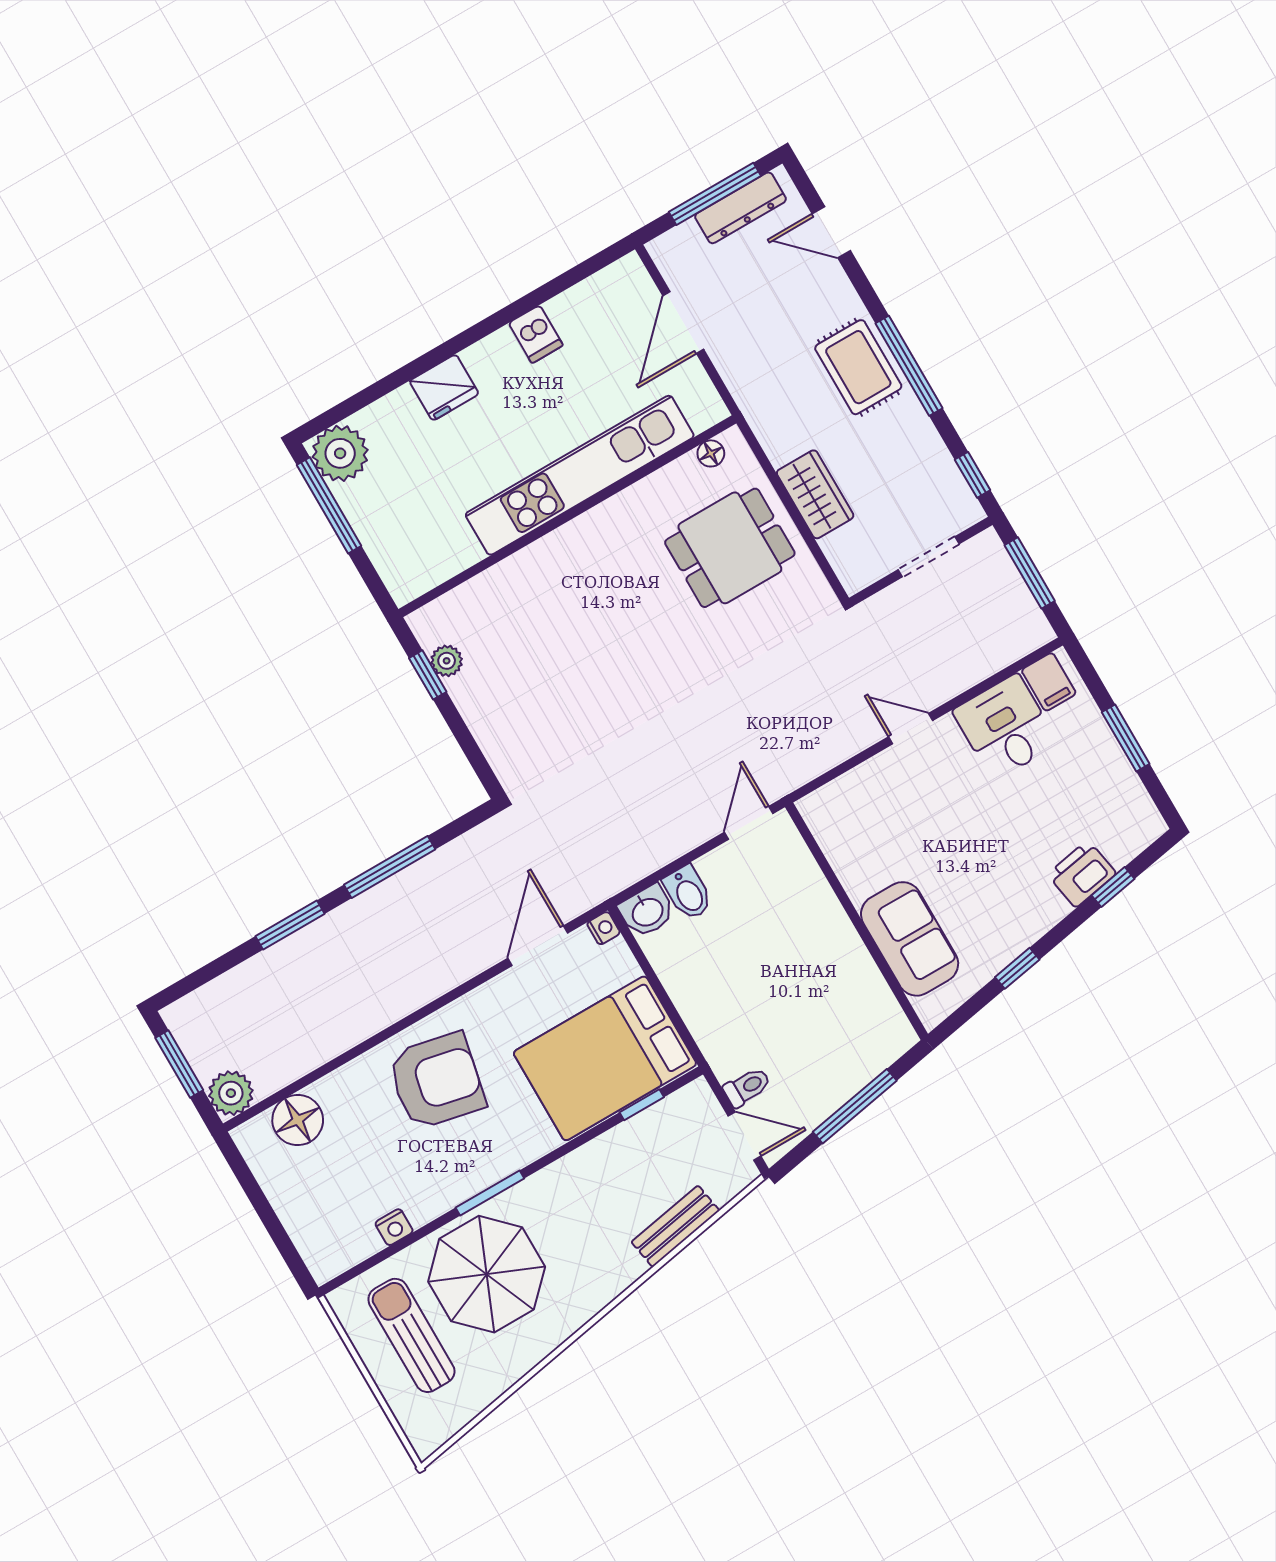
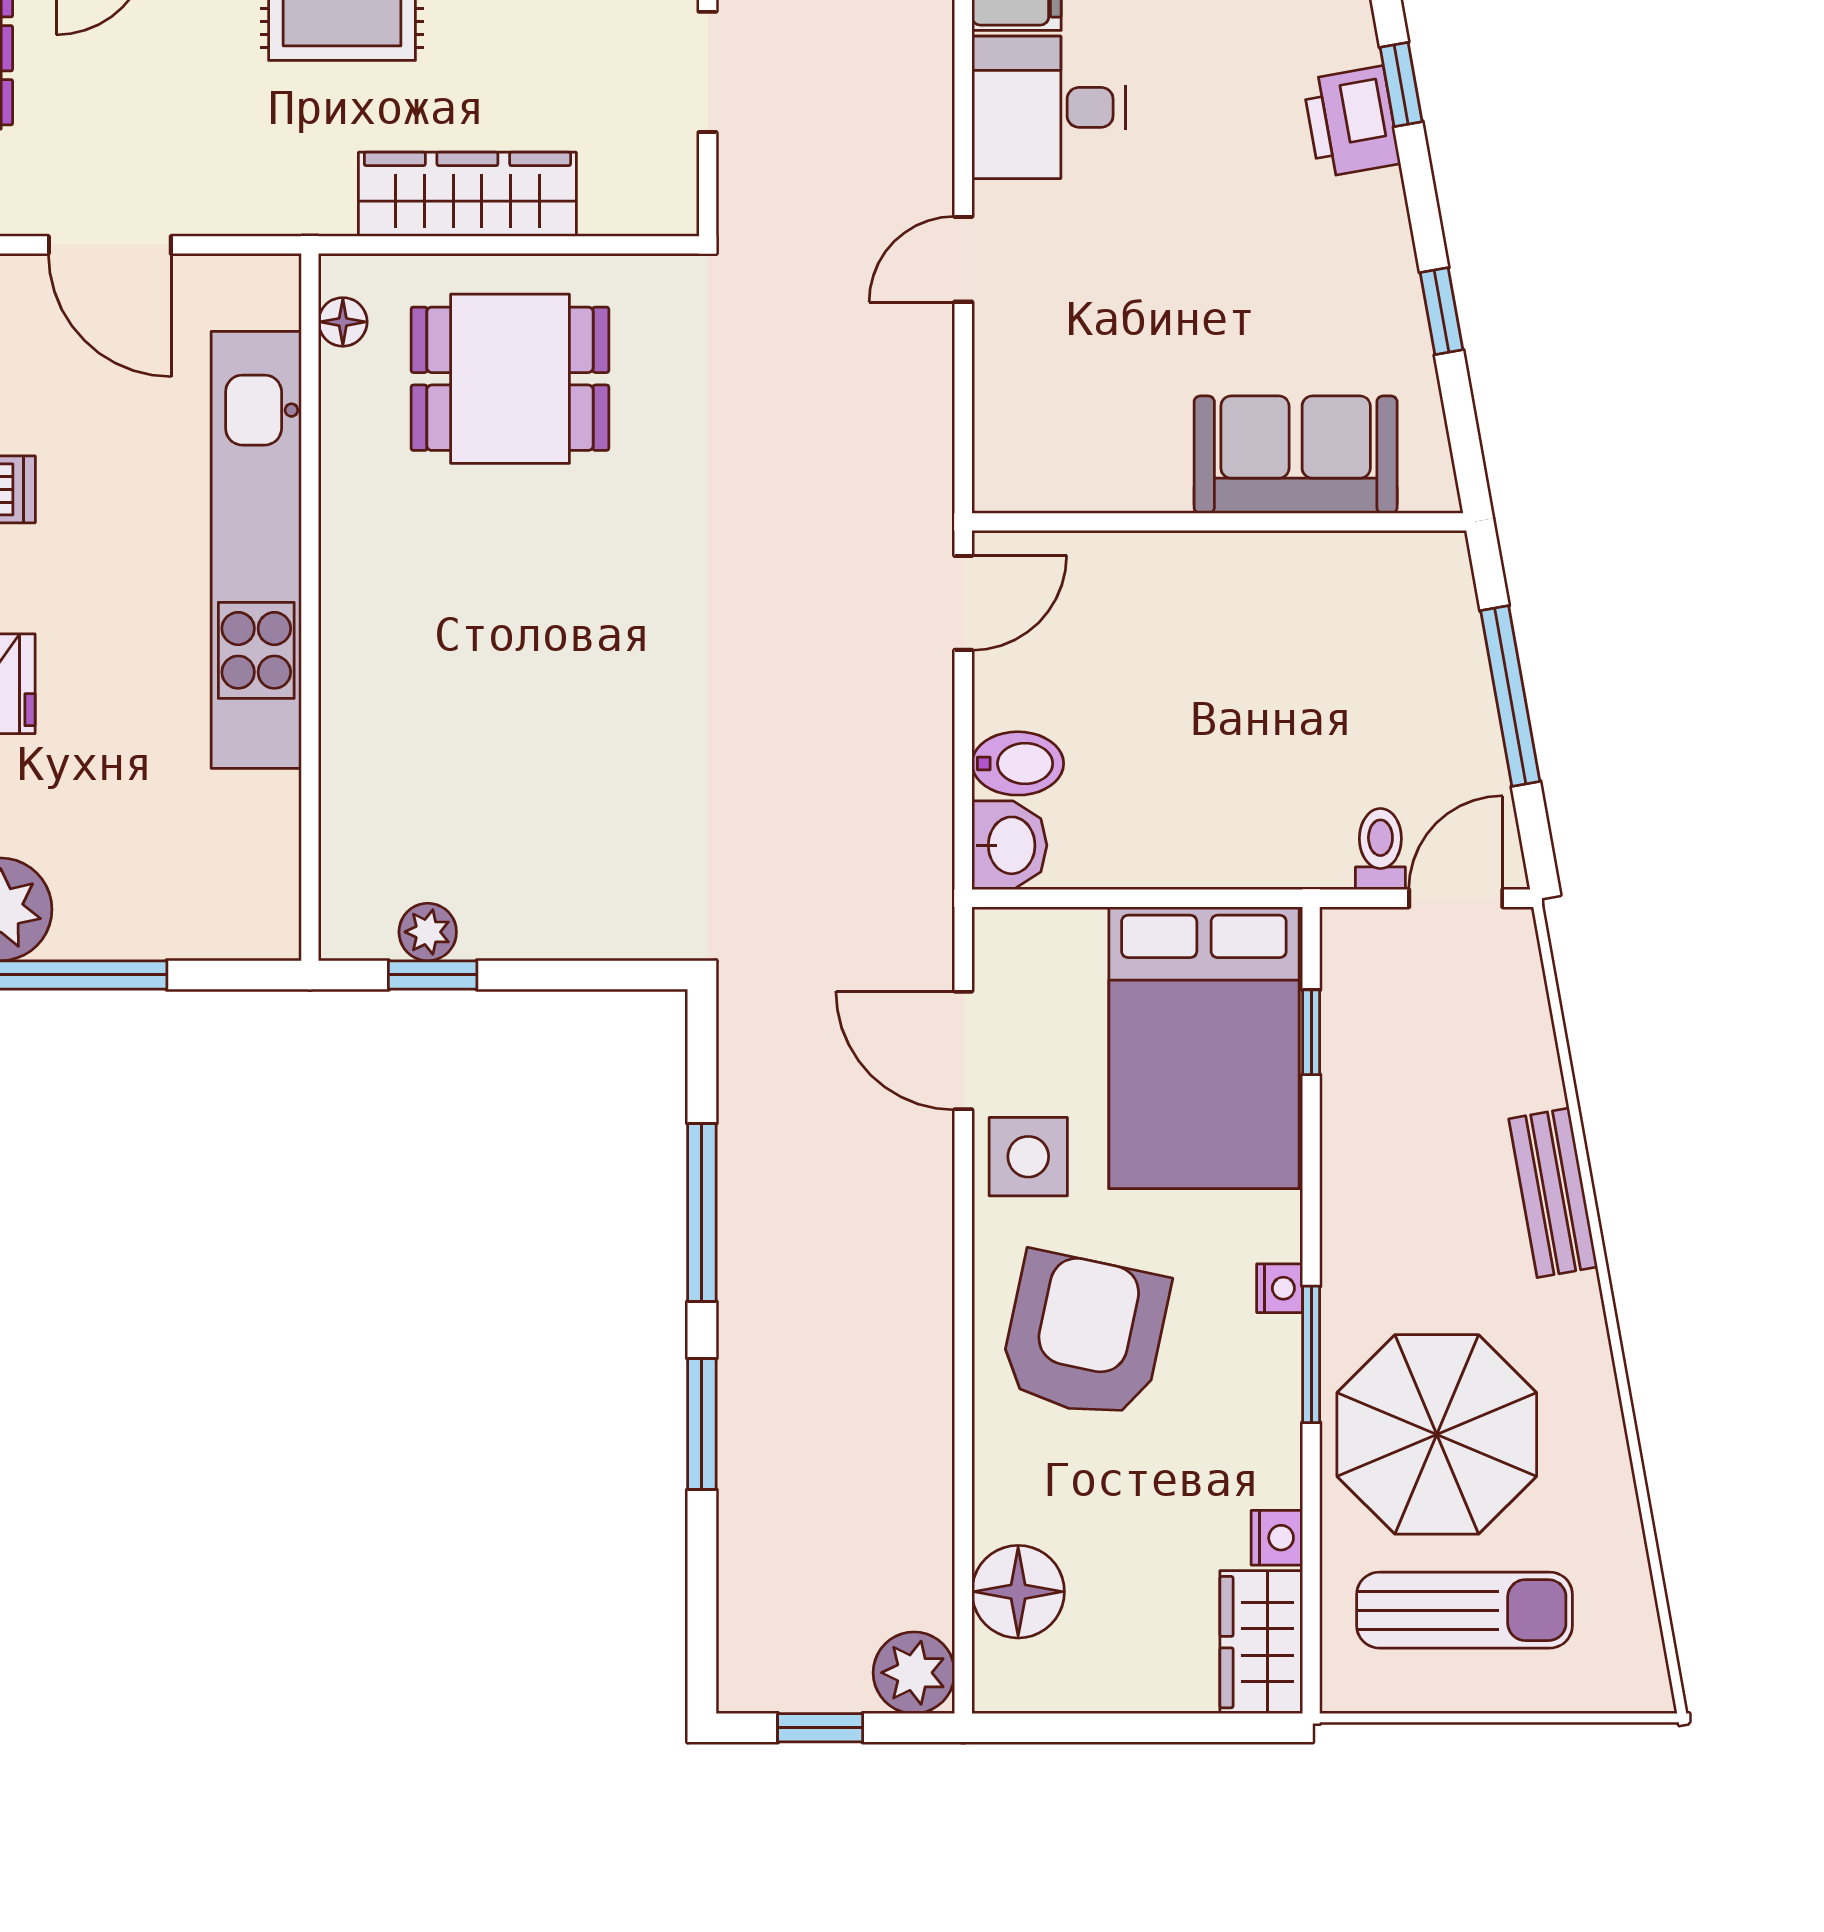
wardrobe: (815, 494) -> (467, 194), width x1.50
dining table: (730, 548) -> (510, 379), turned 90
door: (749, 823) -> (963, 603), swing flipped
nightstand: (604, 928) -> (1280, 1288), moved, turned 90
side table: (505, 1005) -> (1028, 1157), added
window: (179, 1064) -> (820, 1728), width x0.67
bench: (675, 1226) -> (1553, 1193), moved
wardrobe: (341, 1248) -> (1261, 1642), added
sun lounger: (411, 1335) -> (1465, 1610), turned 180

